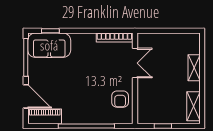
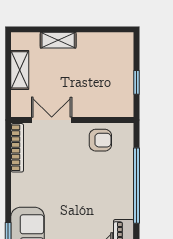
shelving: (194, 106) -> (20, 70), moved, turned 90

